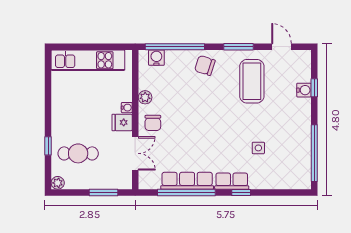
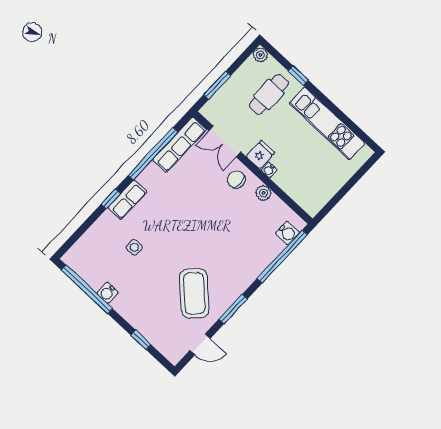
kitchen unit: (88, 60) -> (327, 123), moved, turned -90
chair: (205, 65) -> (244, 267), removed
coffee table: (252, 81) -> (194, 293), turned 44
water cooler: (304, 90) -> (108, 293), moved
row of seats: (187, 181) -> (180, 145), moved

